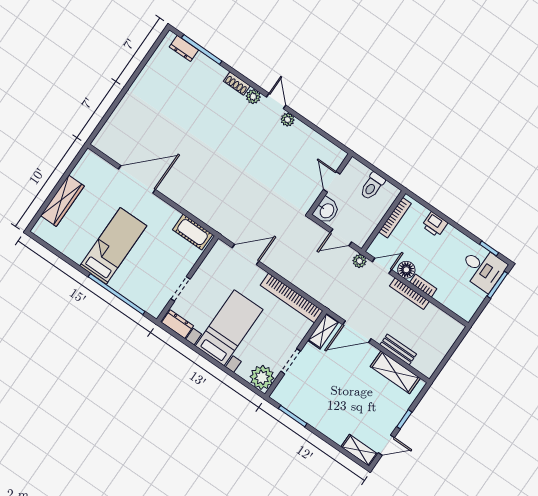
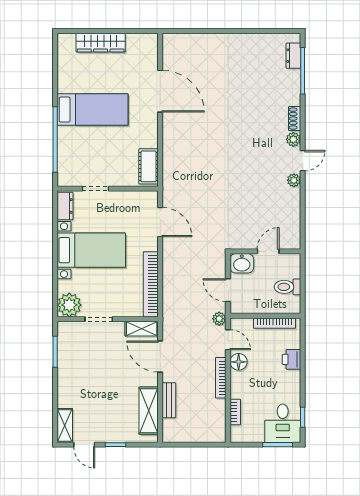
bookcase: (423, 286) -> (235, 412), moved

